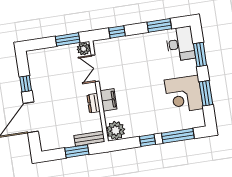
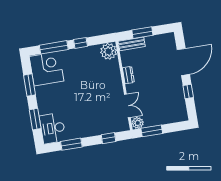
corner desk: (184, 94) -> (47, 69), moved
filing cabinet: (108, 100) -> (115, 78), removed

